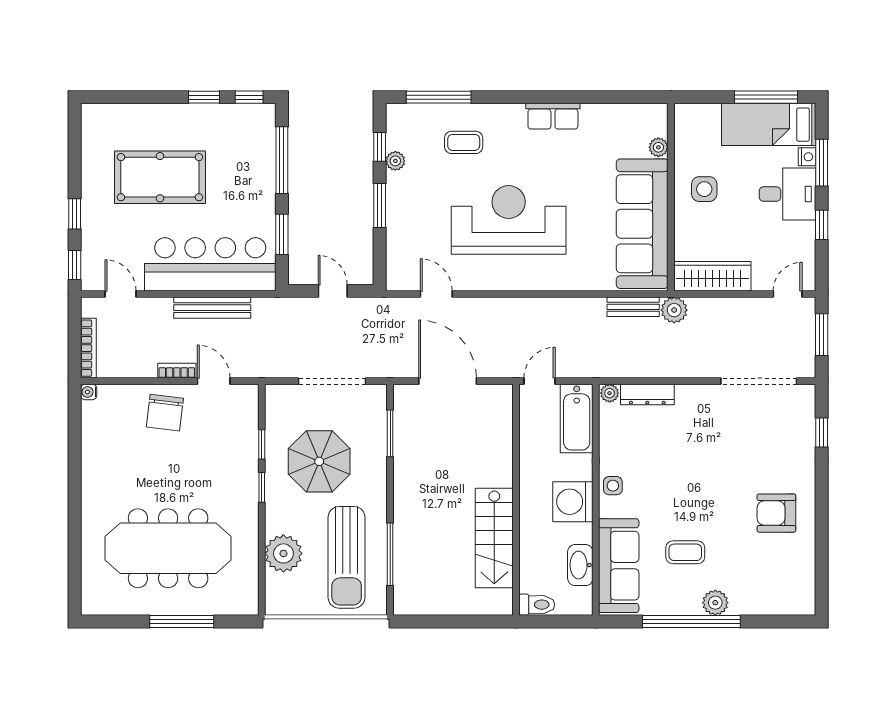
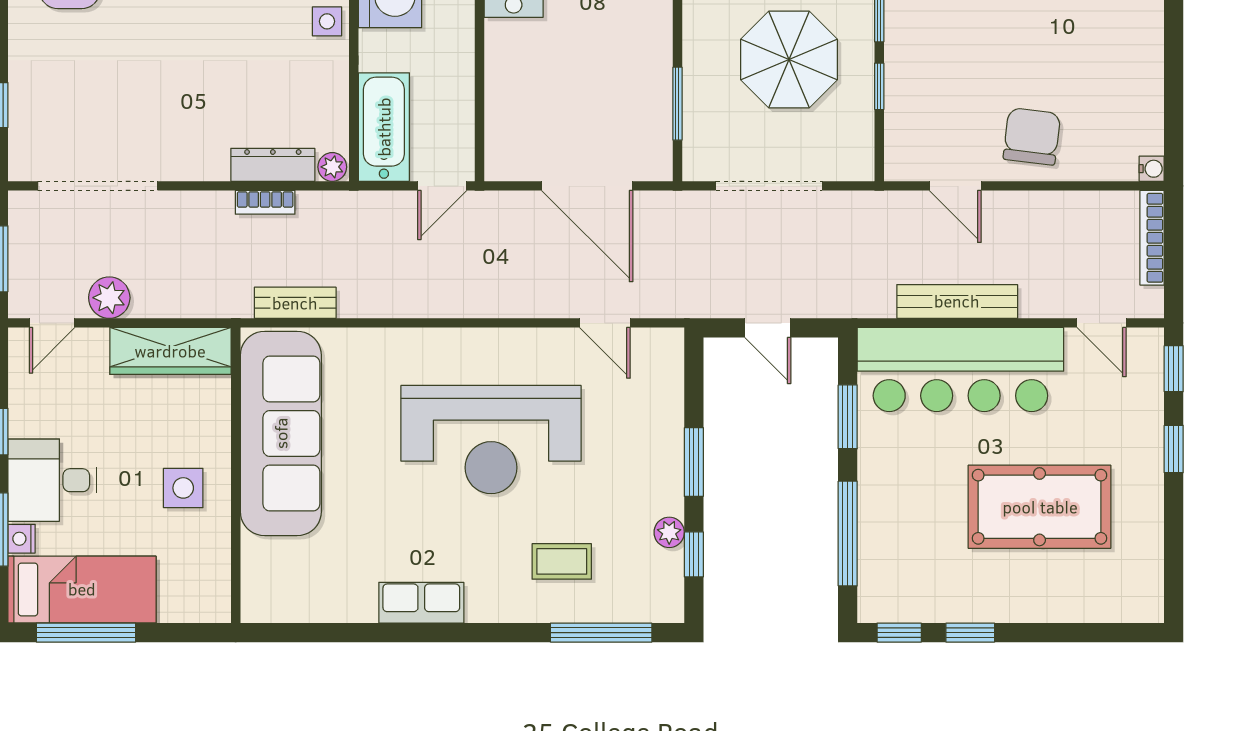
plant: (658, 147) -> (255, 554), removed
plant: (674, 310) -> (109, 298), moved
bookcase: (177, 371) -> (265, 202), moved

